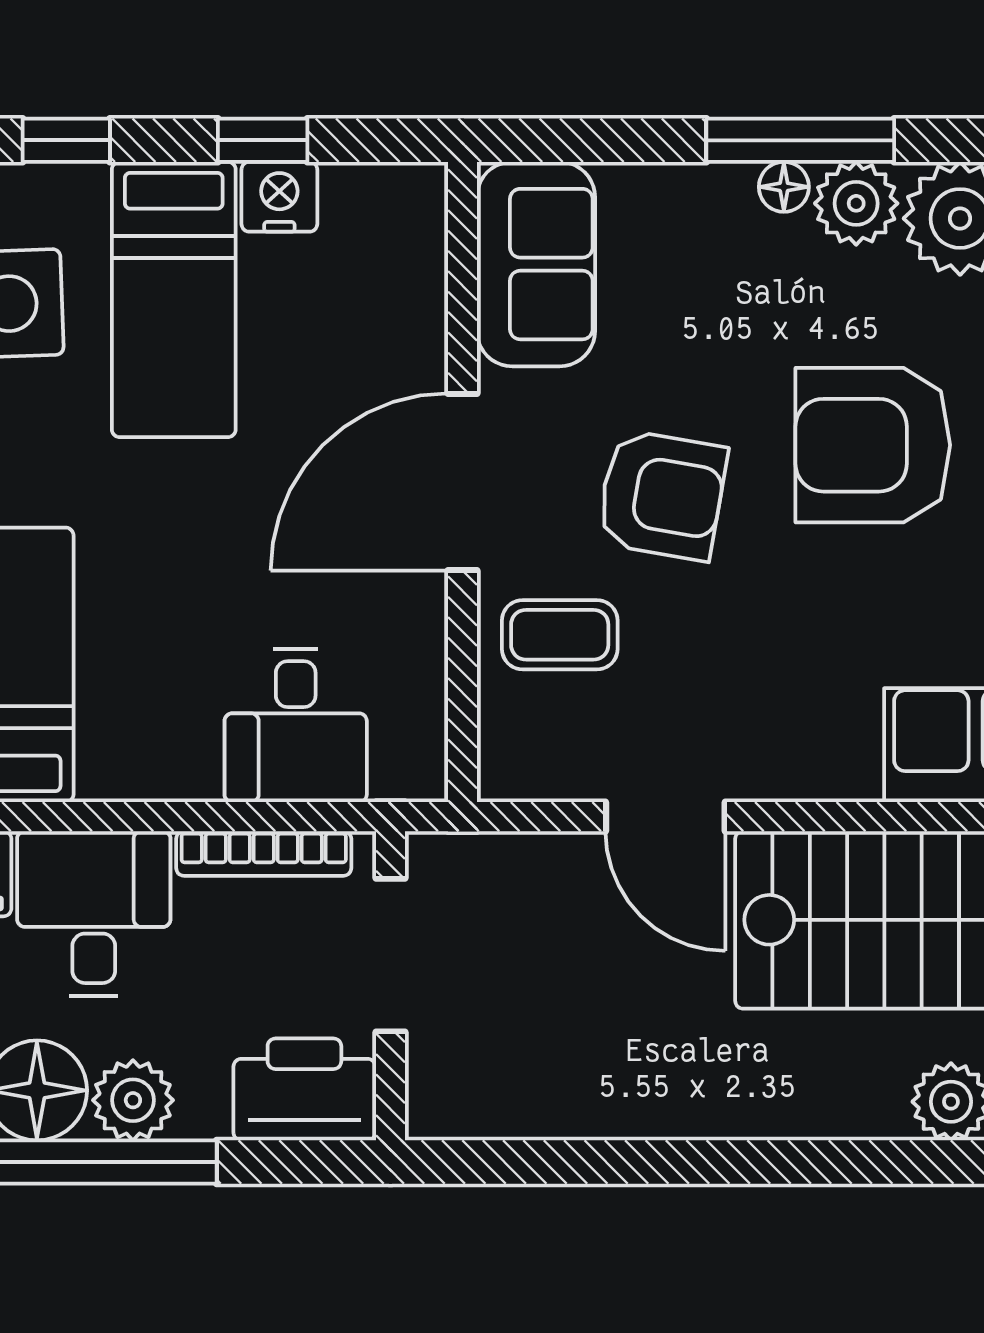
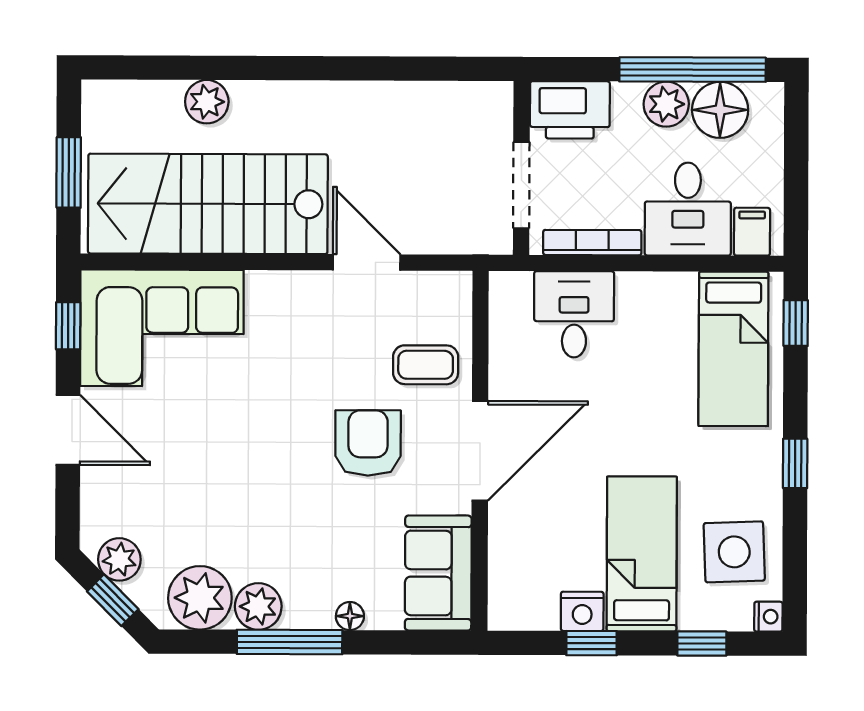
floor lamp: (784, 187) -> (350, 616), moved
armchair: (873, 445) -> (249, 471), removed
armchair: (662, 495) -> (368, 443), turned 80

